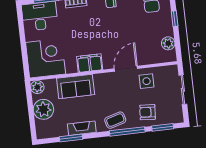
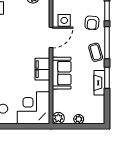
door: (126, 69) -> (51, 38), swing flipped
sofa: (76, 86) -> (62, 73), moved
plant: (43, 109) -> (79, 119), width x0.53, depth x0.53
window: (71, 138) -> (107, 78), moved

